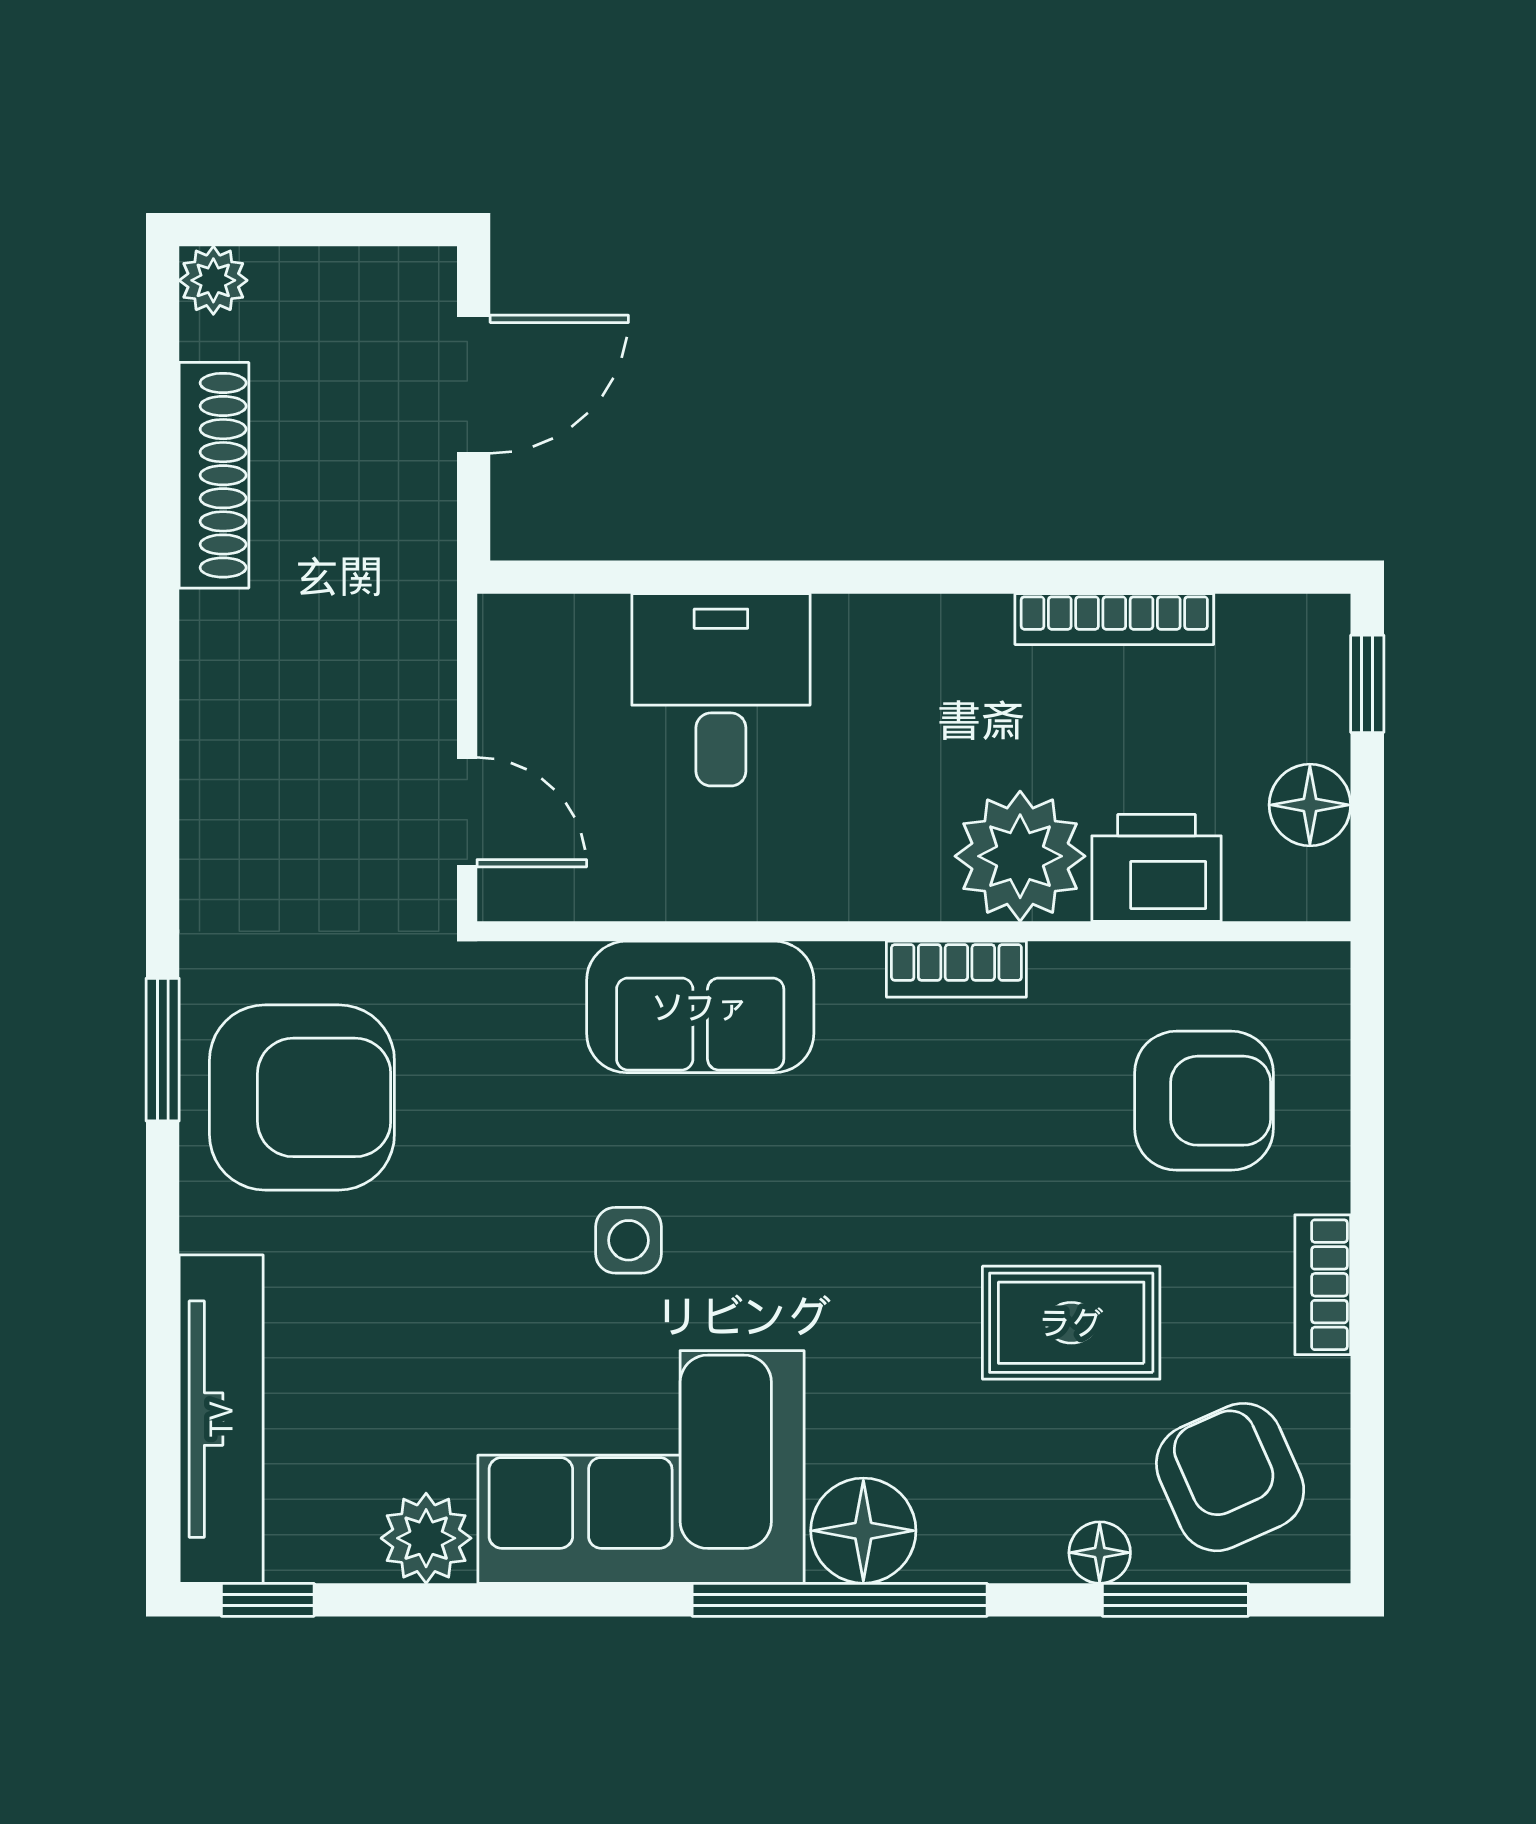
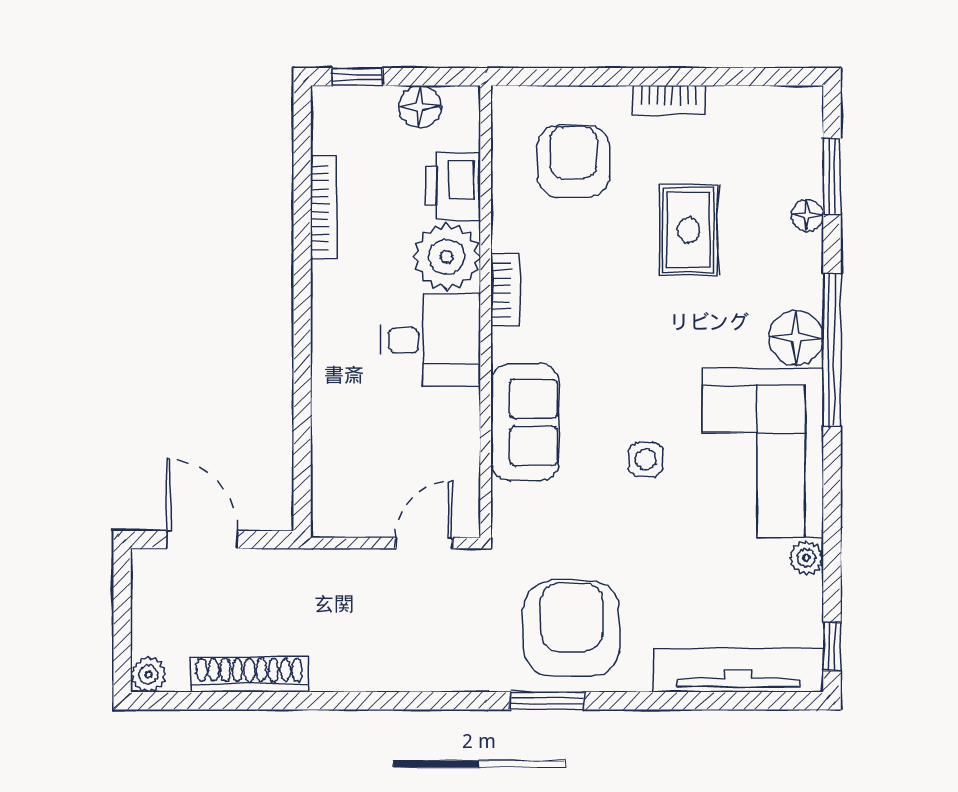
desk: (721, 690) -> (431, 340), moved, turned 180
armchair: (1230, 1477) -> (768, 148), removed
plant: (426, 1538) -> (806, 558), width x0.73, depth x0.73

